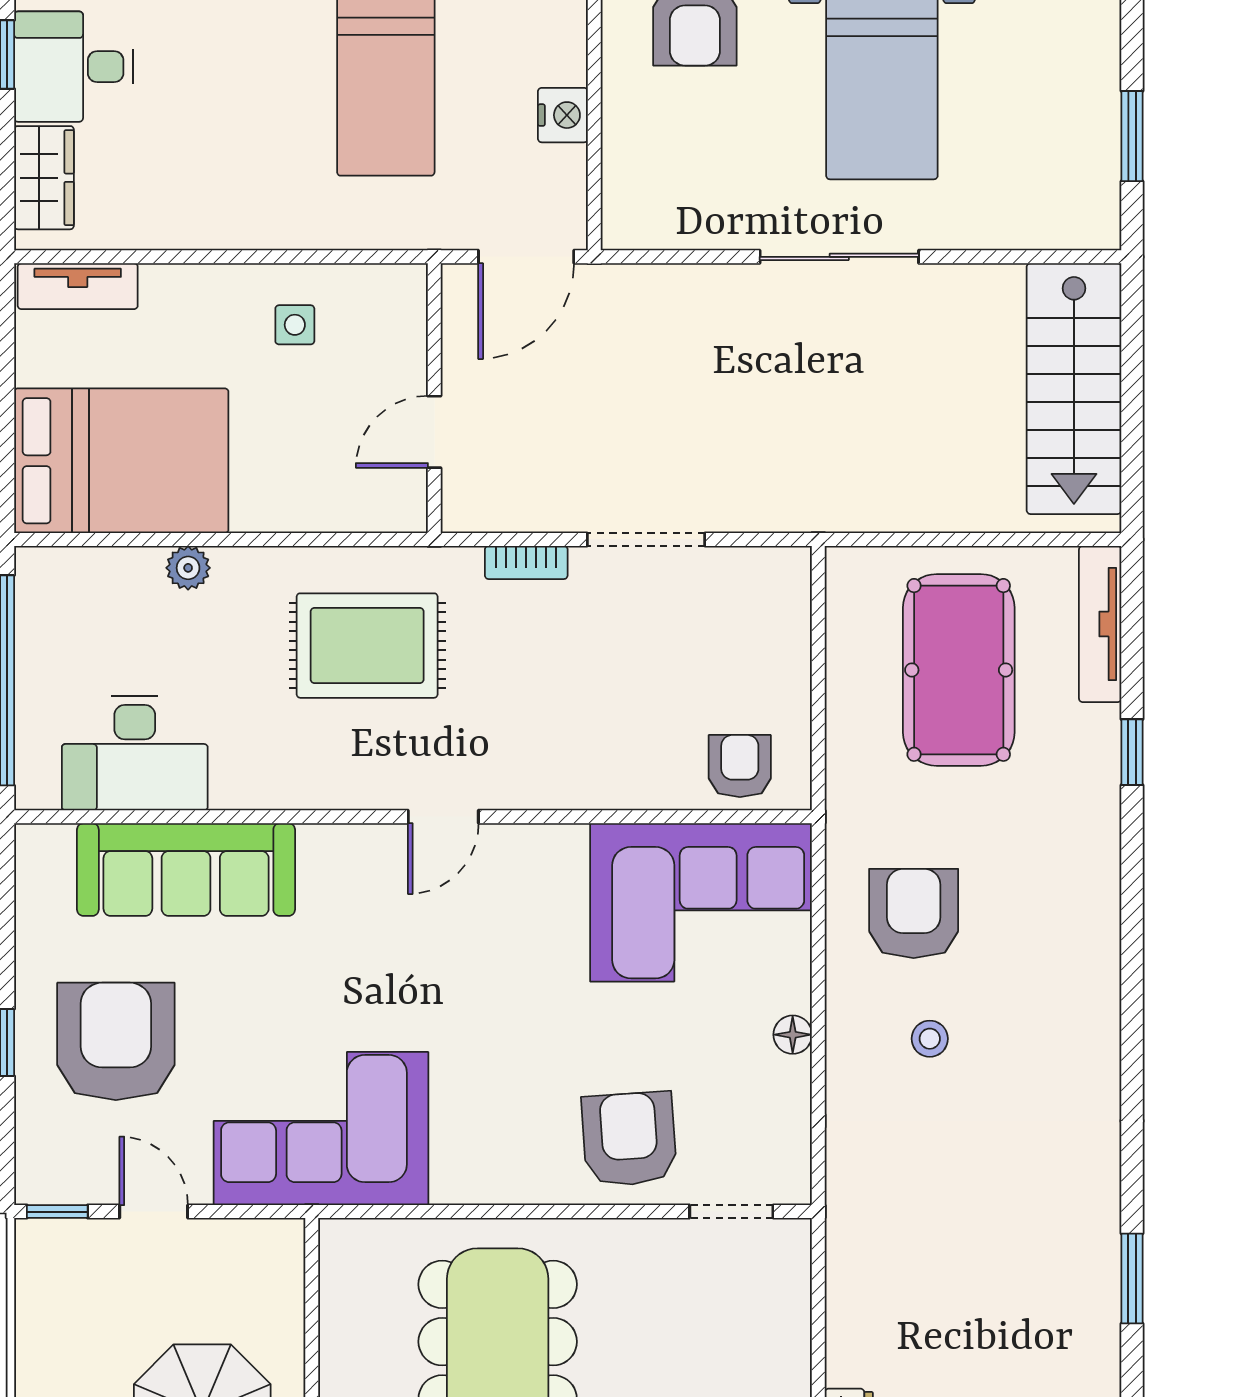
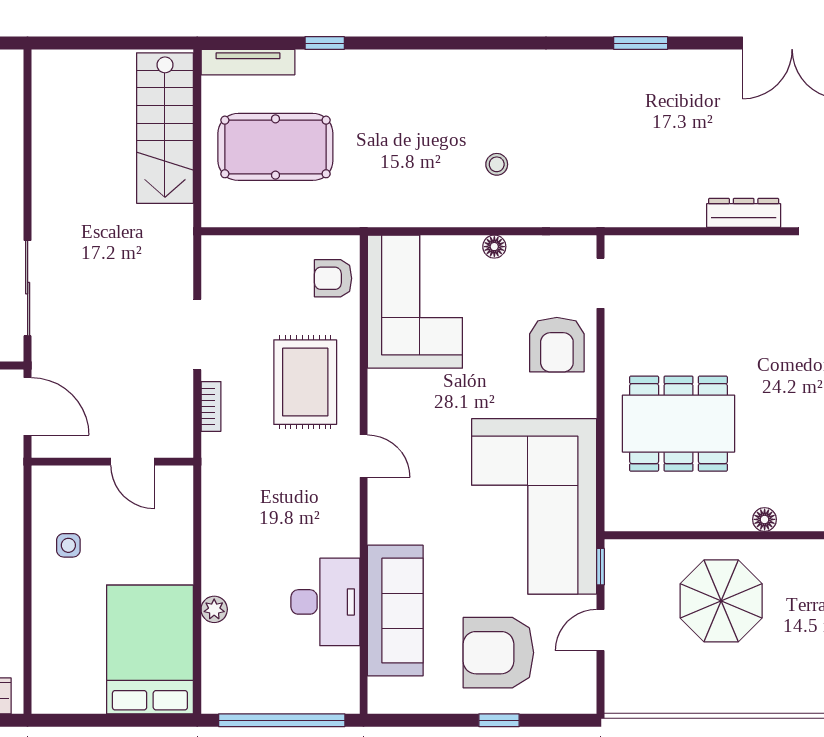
sliding door: (839, 257) -> (28, 288), moved
tv unit: (78, 286) -> (45, 676), removed
stairs: (1074, 389) -> (165, 128), moved, turned 90
rug: (367, 646) -> (305, 382), moved
desk: (135, 753) -> (325, 602), moved
armchair: (914, 913) -> (422, 174), removed
corner sofa: (321, 1129) -> (534, 506), width x1.36, depth x1.36
armchair: (629, 1139) -> (557, 345), turned -86
window: (57, 1212) -> (600, 567), moved

